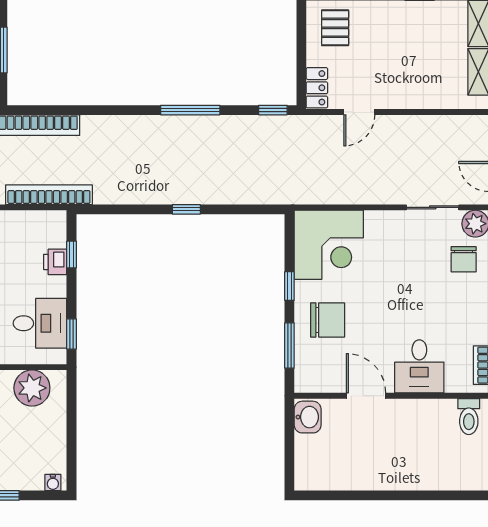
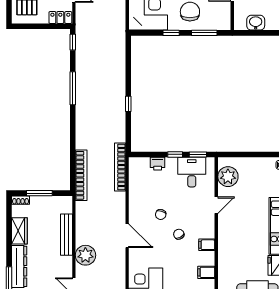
window: (186, 209) -> (128, 104), moved
window: (71, 254) -> (175, 154), moved
washbasin: (308, 417) -> (256, 23), moved

